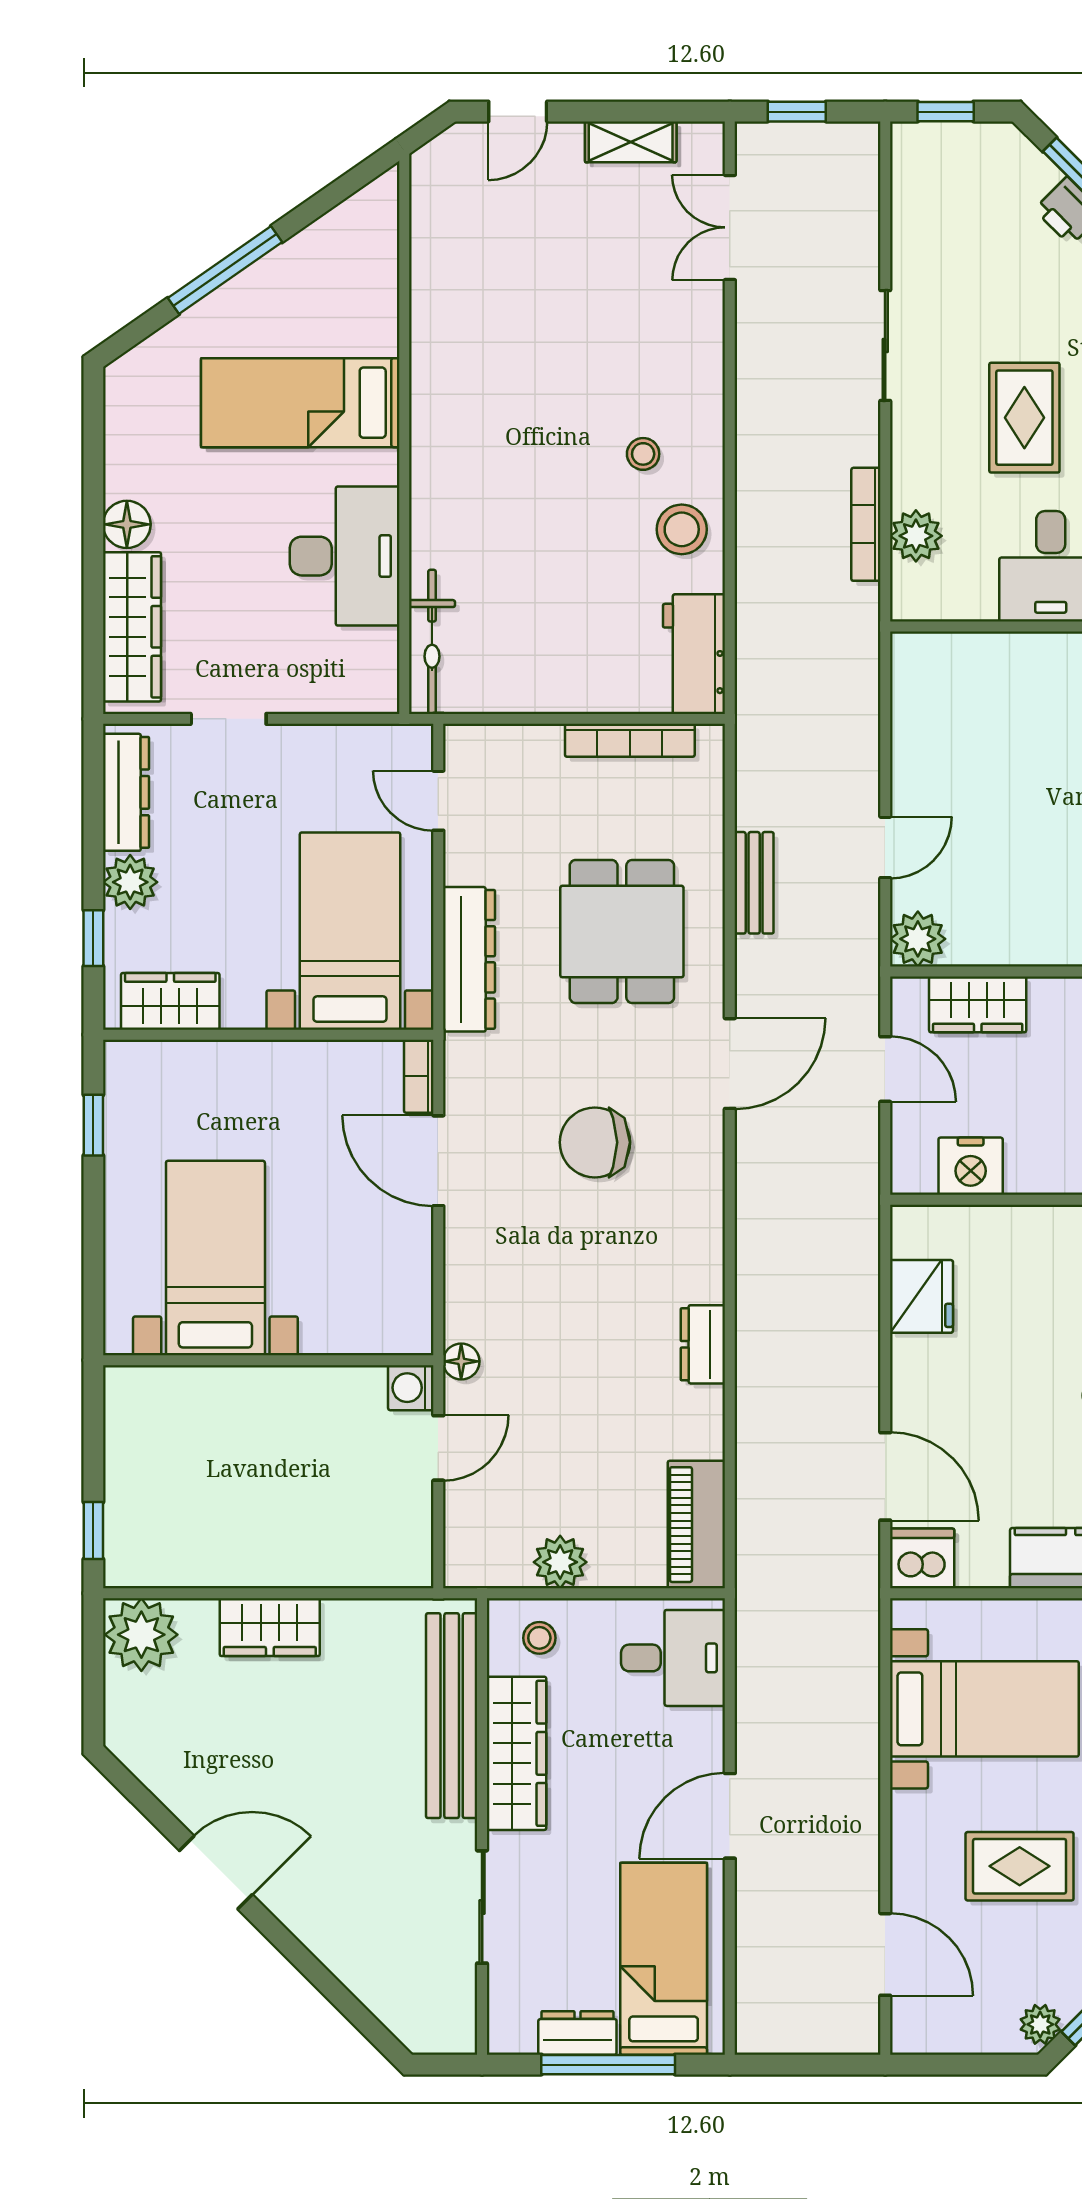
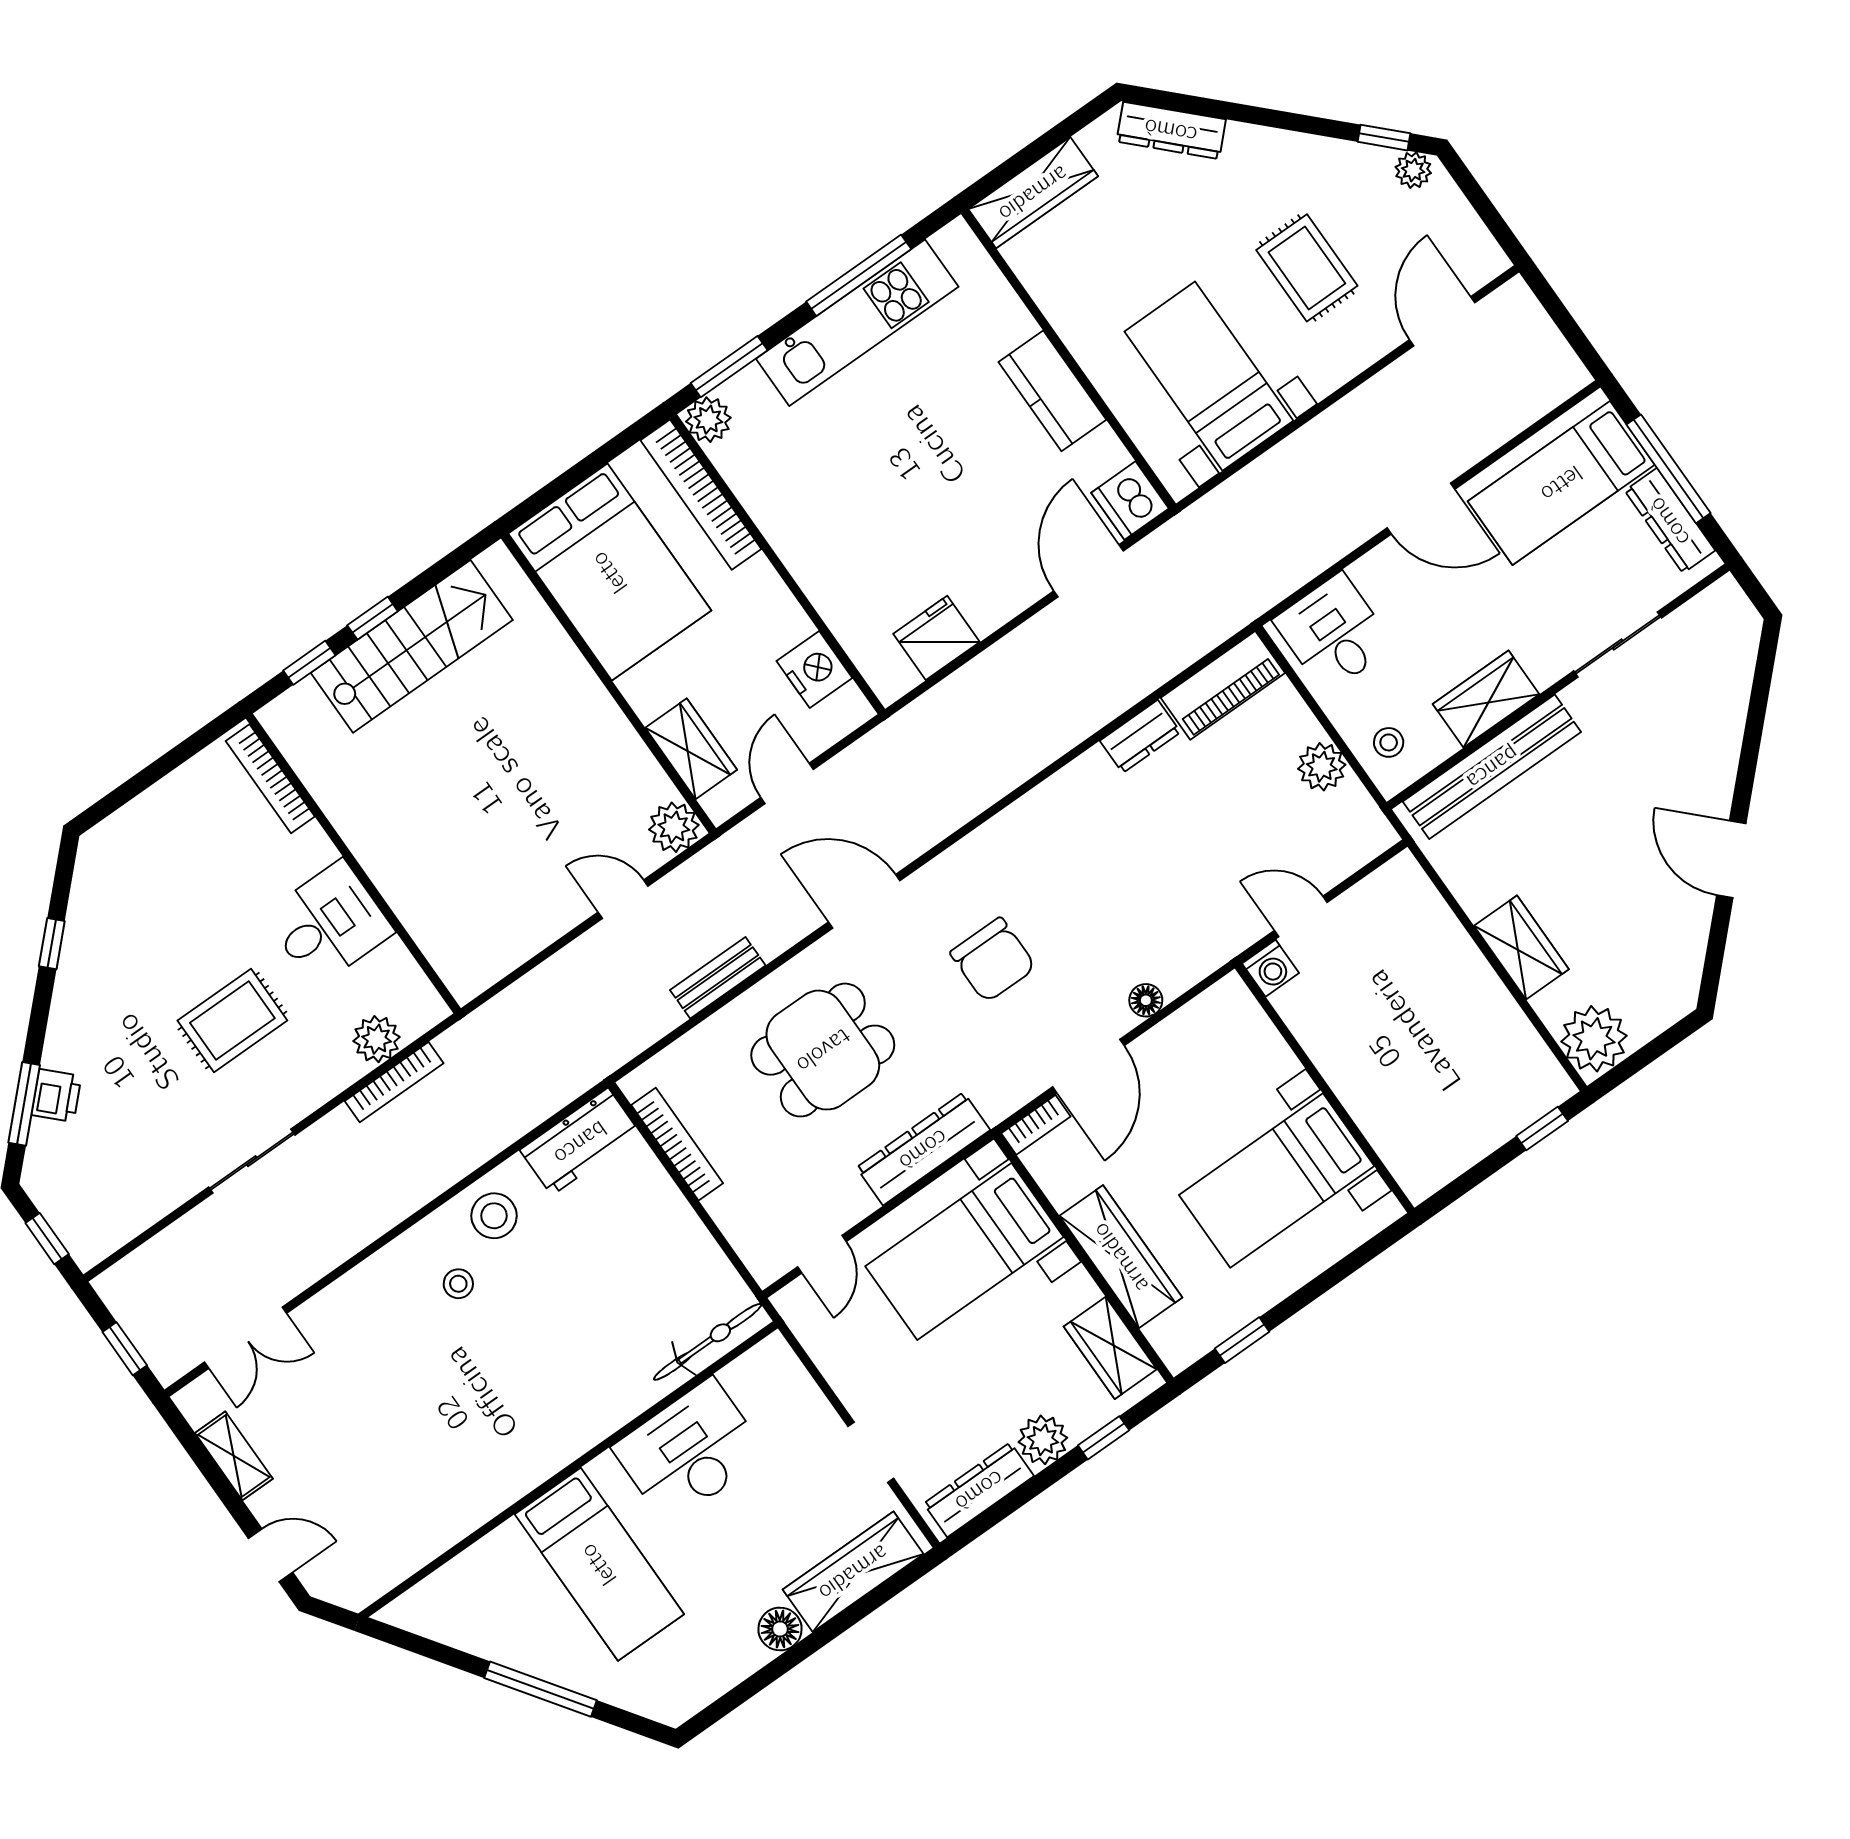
wardrobe: (246, 1069) -> (1121, 1257), added
dresser: (703, 1344) -> (1140, 736), moved
floor lamp: (461, 1361) -> (1146, 1000), moved
wardrobe: (517, 1753) -> (1486, 699), width x0.67
dresser: (577, 2033) -> (1670, 521), width x1.44

